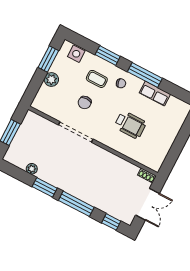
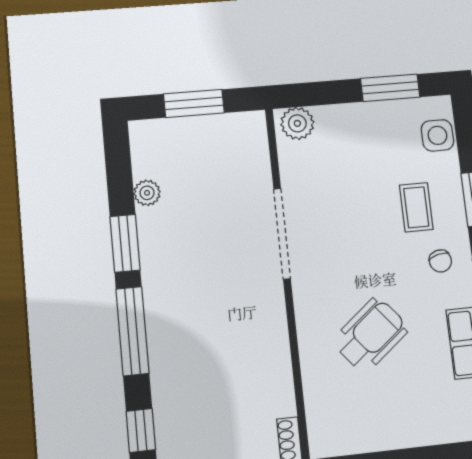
plant: (51, 79) -> (297, 123), moved
chair: (85, 103) -> (353, 213), removed
wheelchair: (130, 125) -> (371, 335), turned -129

